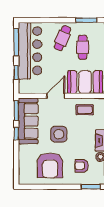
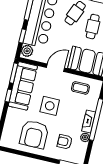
plant: (24, 86) -> (27, 51), added

